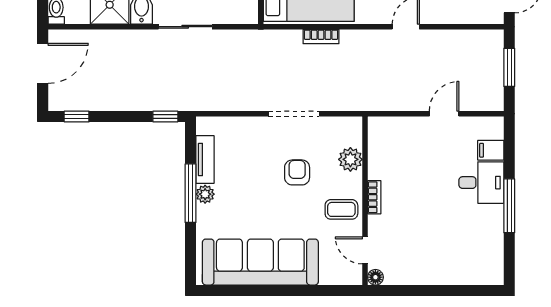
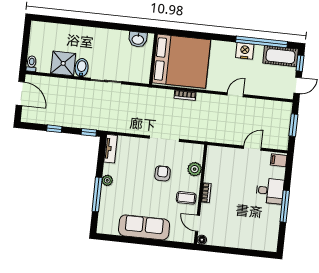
door: (43, 63) -> (20, 94), hinge flipped
window: (77, 117) -> (54, 129), moved
filing cabinet: (491, 150) -> (279, 160), moved
tv unit: (205, 160) -> (111, 149), moved
window: (190, 193) -> (97, 194), moved
sofa: (260, 262) -> (144, 227), width x0.74, depth x0.79

